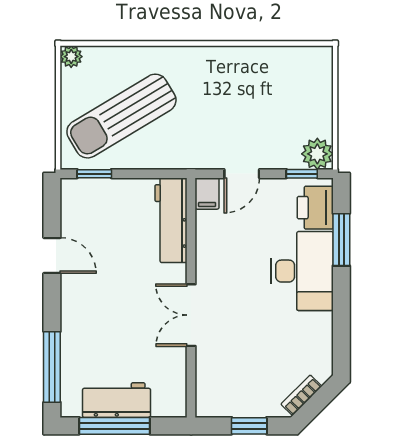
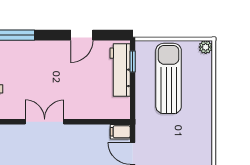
sun lounger: (121, 116) -> (169, 78), turned 31
workbench: (171, 220) -> (120, 70), moved, turned -90

